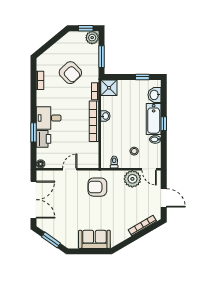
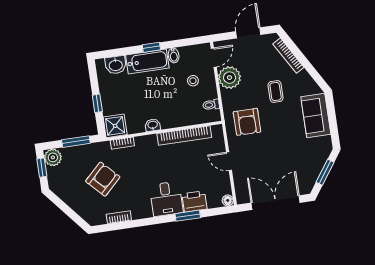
window: (142, 77) -> (97, 103), moved
bookcase: (94, 121) -> (184, 135), moved
coffee table: (117, 212) -> (276, 91), added

